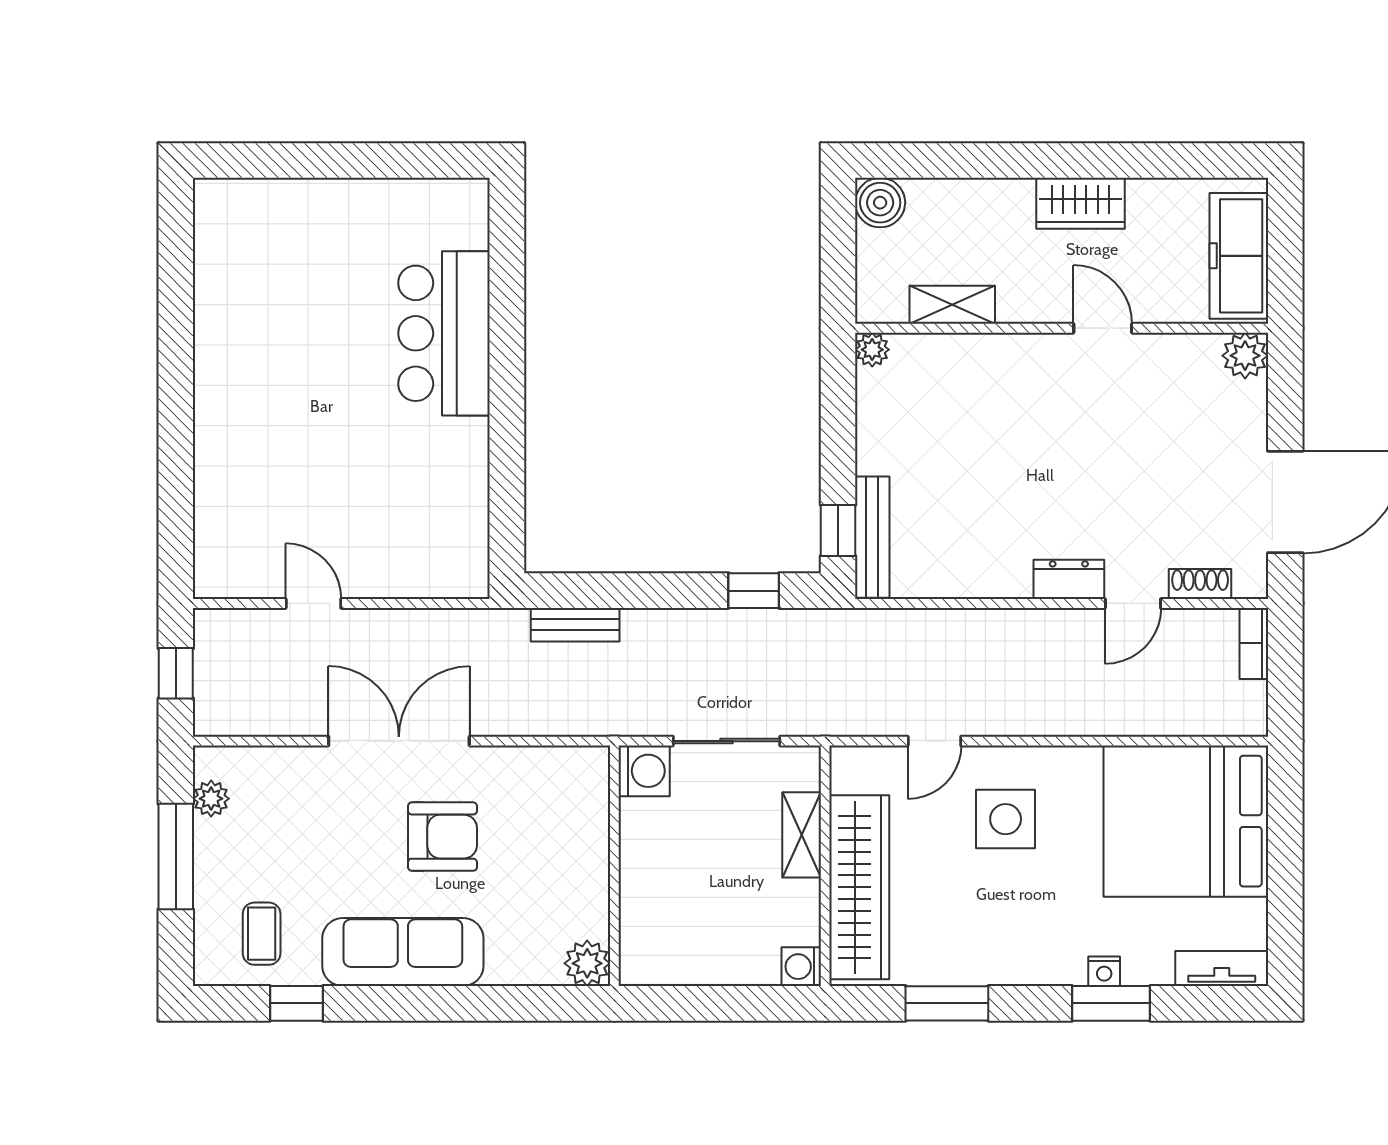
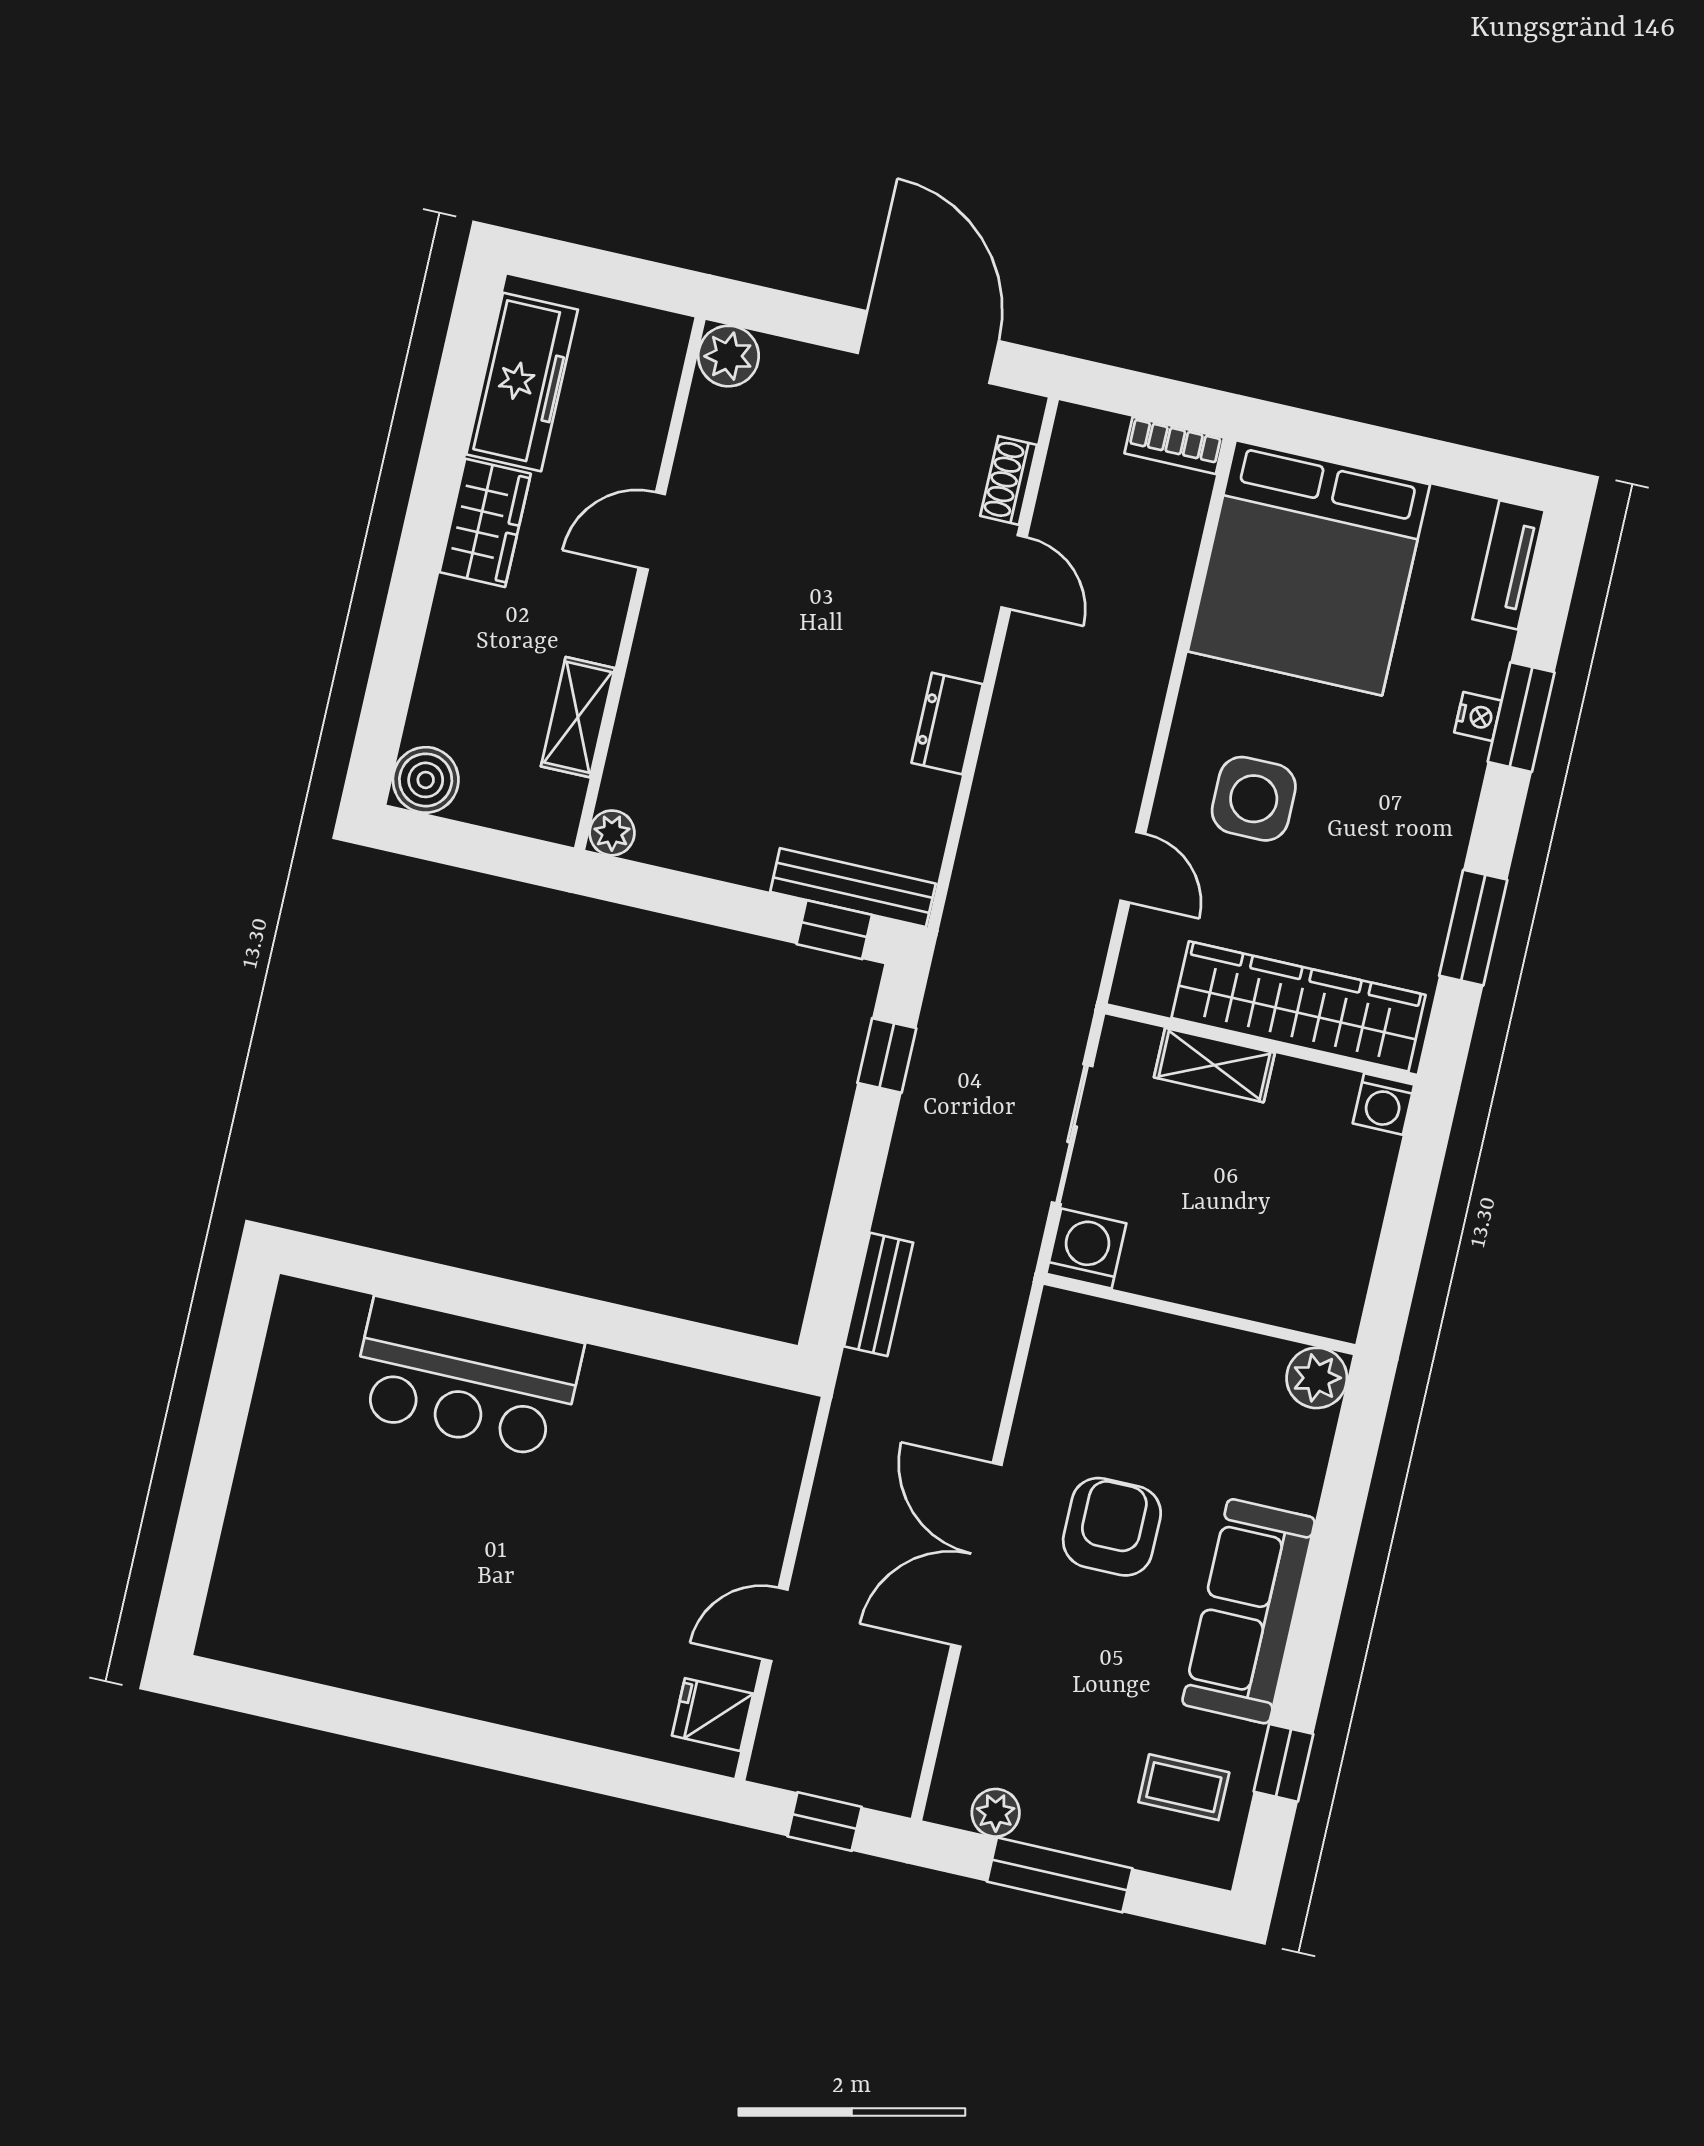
freezer: (1239, 256) -> (522, 382), moved, turned -90
fridge: (236, 572) -> (713, 1715), added
dresser: (1069, 579) -> (947, 724), moved
bookcase: (1254, 643) -> (1174, 445), moved

